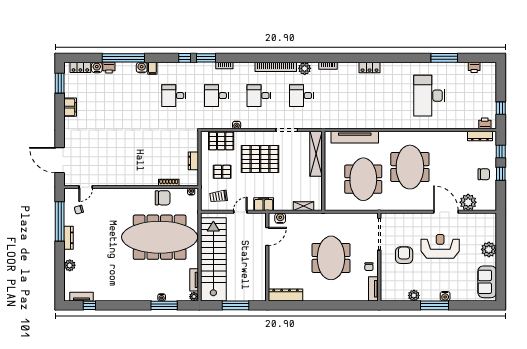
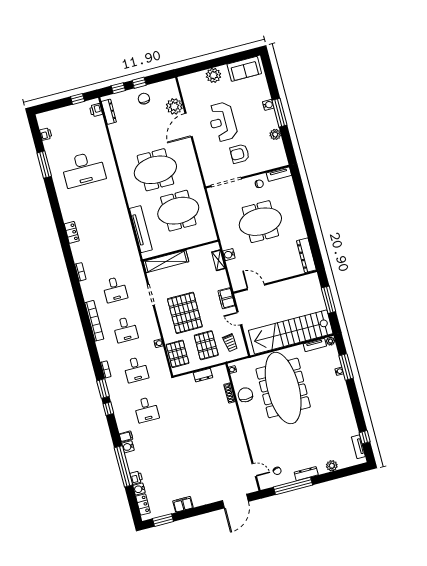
plant: (305, 68) -> (89, 293), removed
pallet: (222, 172) -> (206, 345), width x1.50, depth x1.42
water cooler: (280, 218) -> (229, 255), moved

